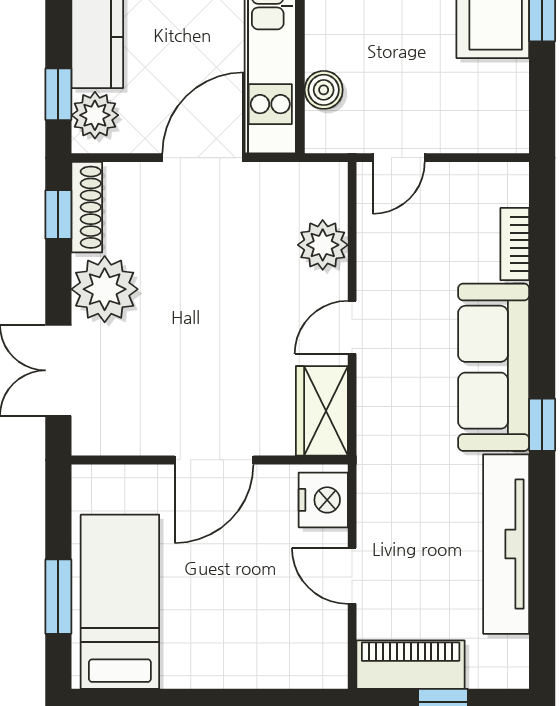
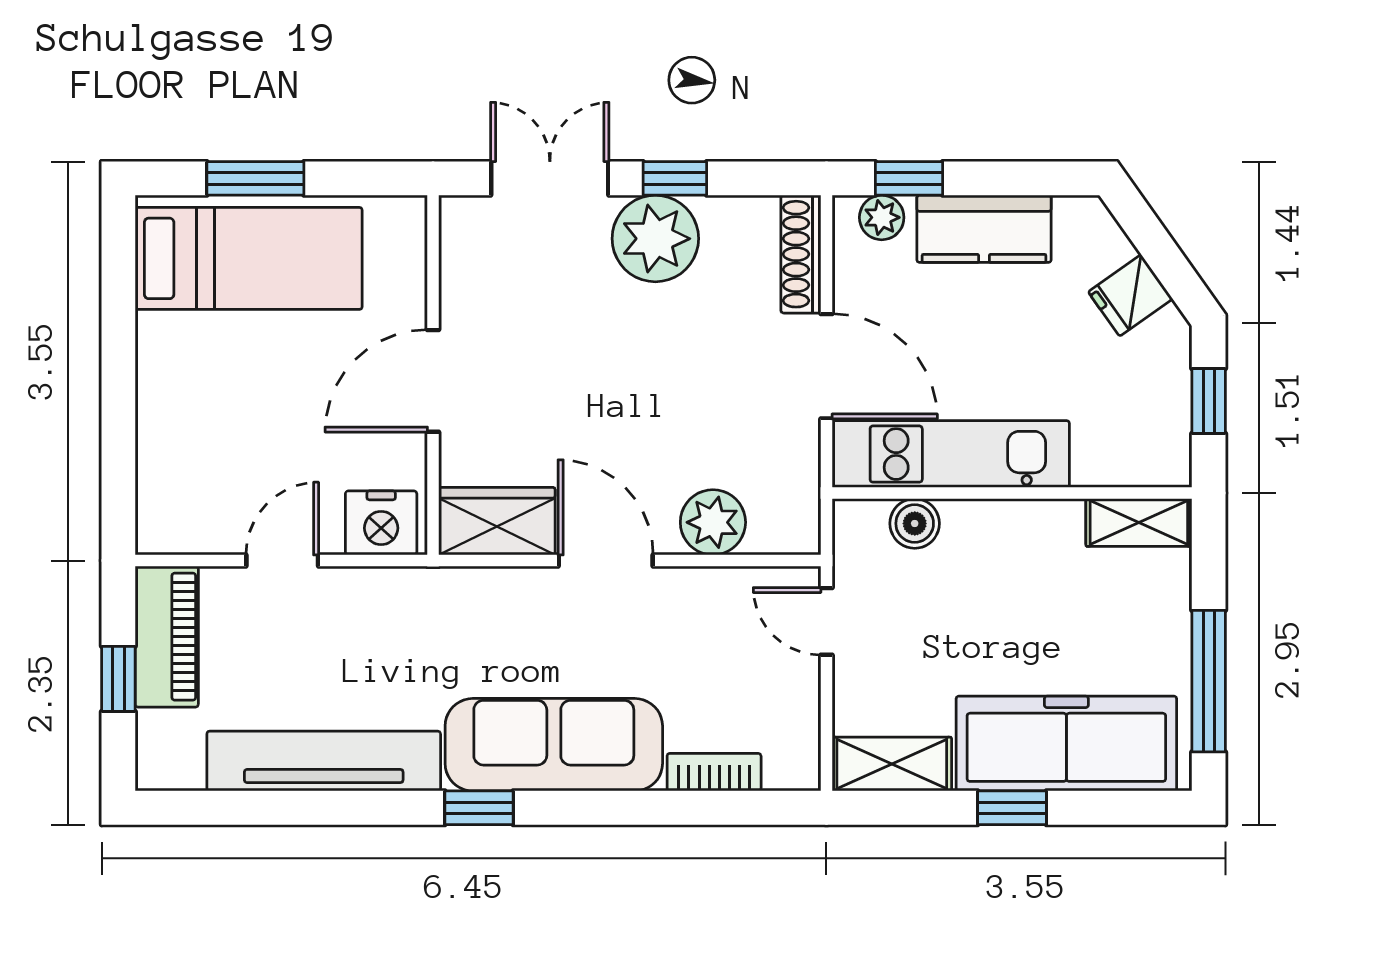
shelving: (509, 107) -> (892, 764), added
plant: (95, 115) -> (882, 217), width x0.73, depth x0.73
shoe rack: (87, 207) -> (801, 254), moved, turned 90
window: (58, 215) -> (675, 178), moved
door: (352, 327) -> (606, 561), width x1.37
door: (214, 460) -> (433, 381), hinge flipped

